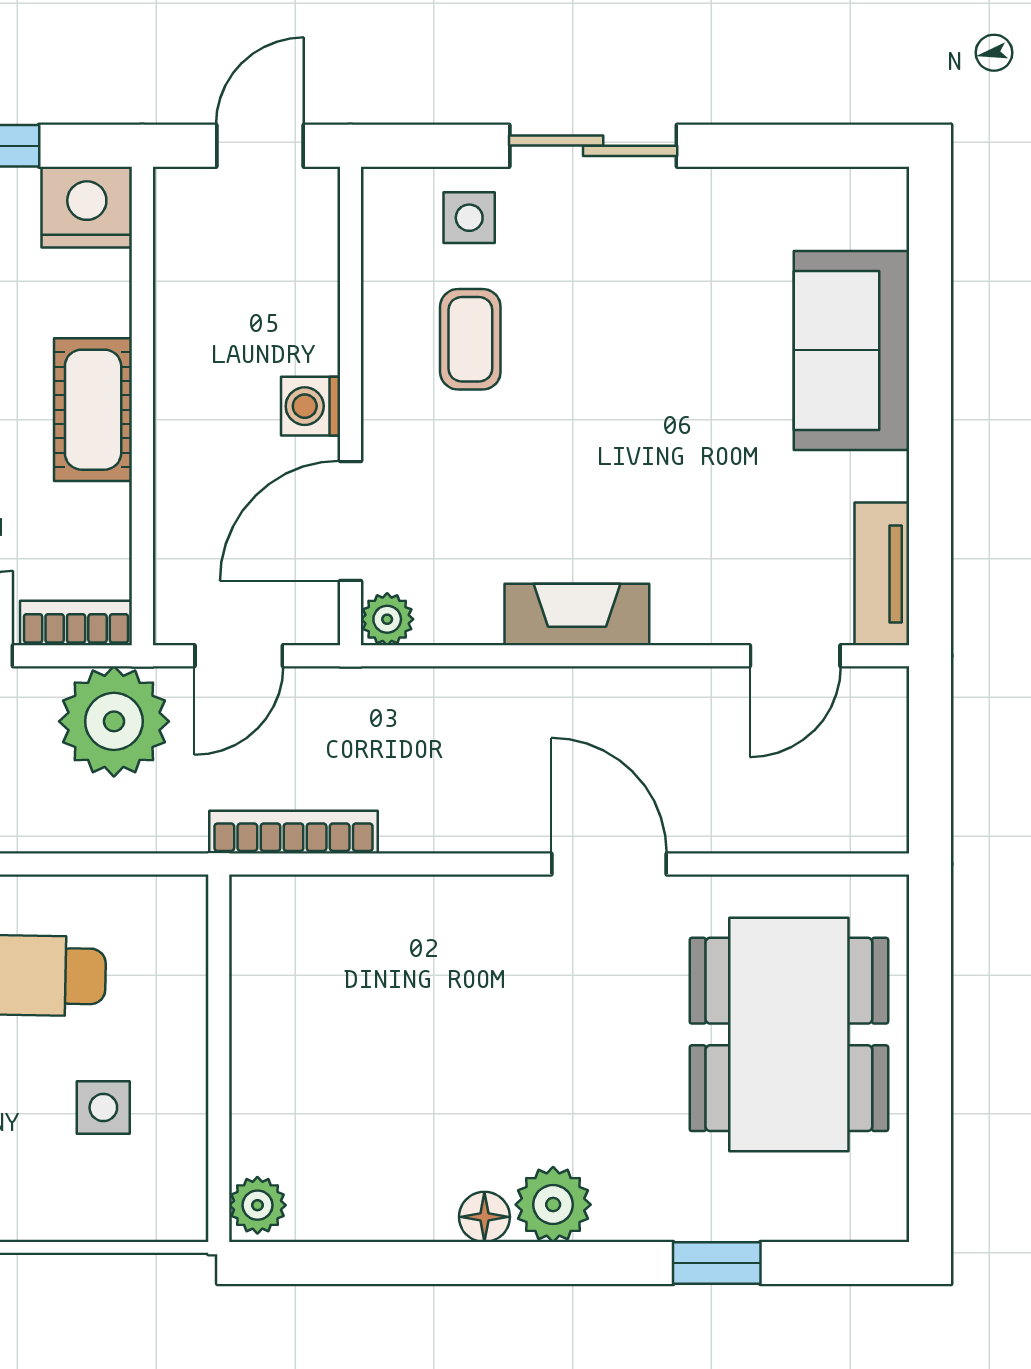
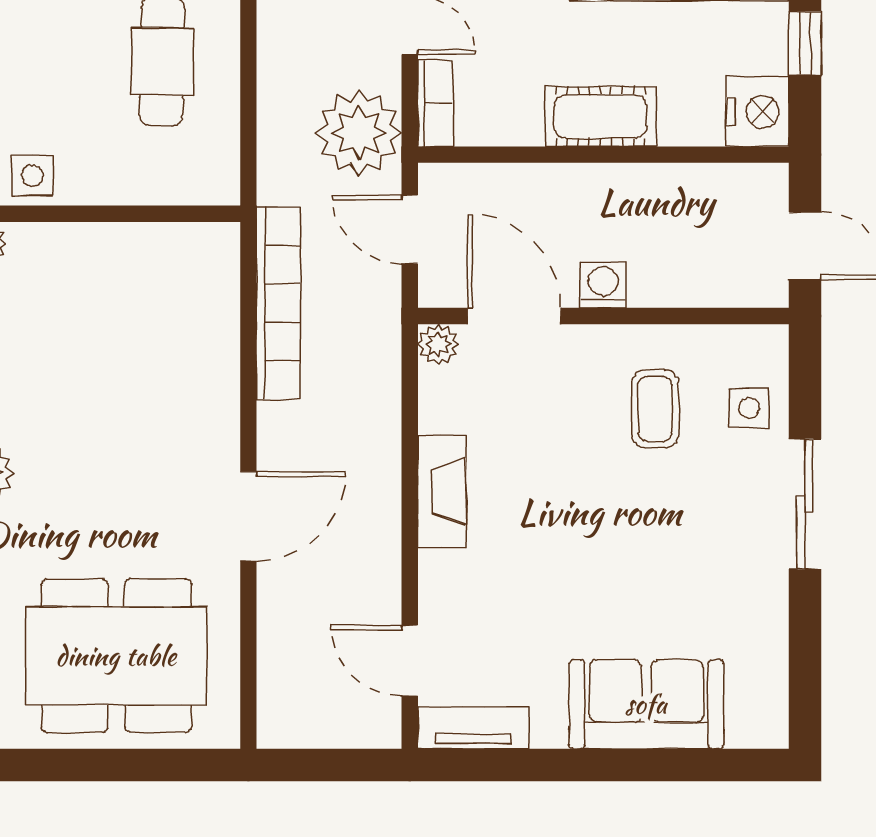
coffee table: (470, 339) -> (655, 409), turned 90
bookcase: (294, 832) -> (278, 303), width x1.48, depth x1.31
side table: (103, 1108) -> (32, 176), moved

